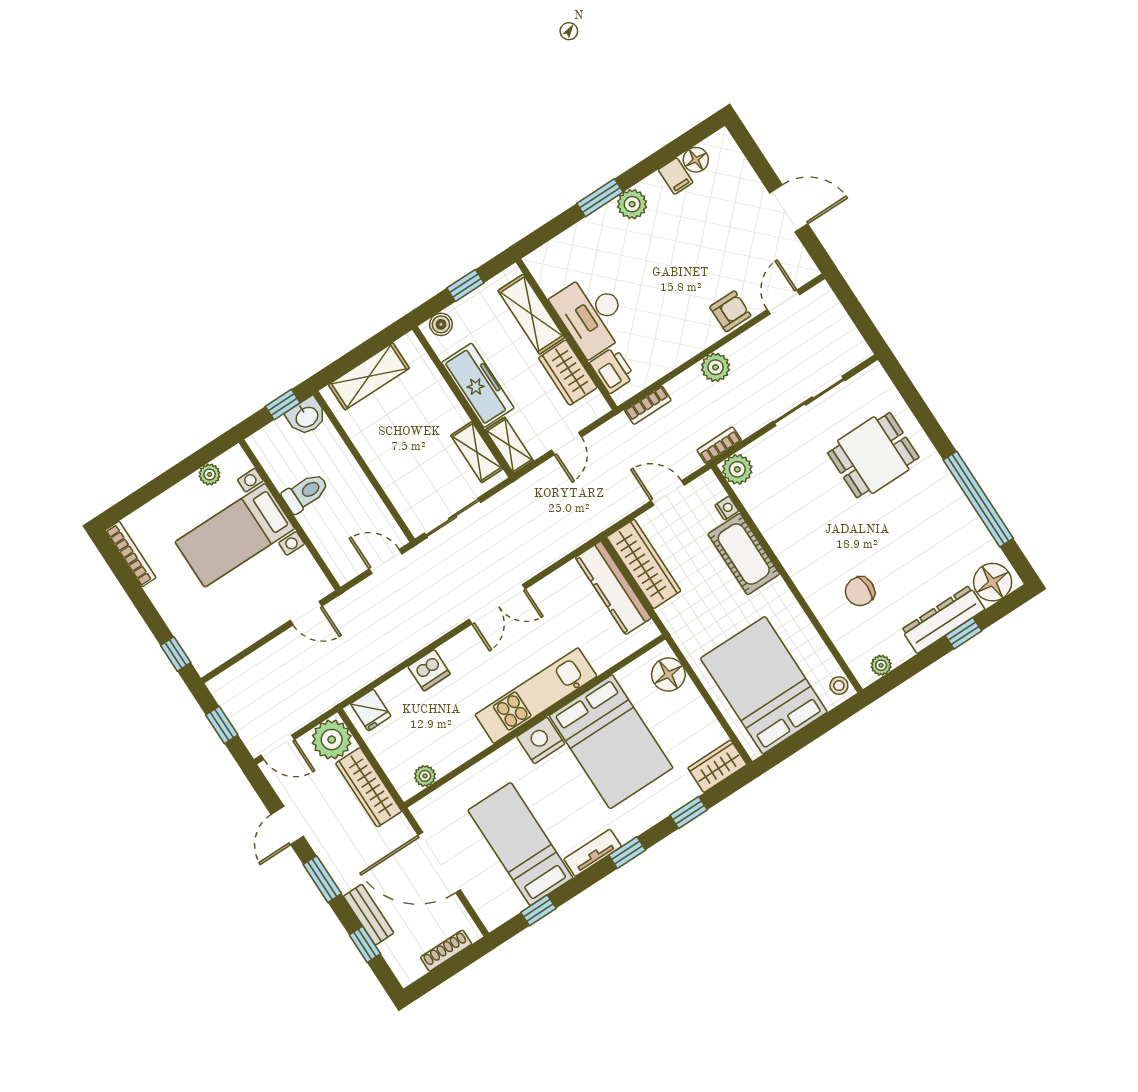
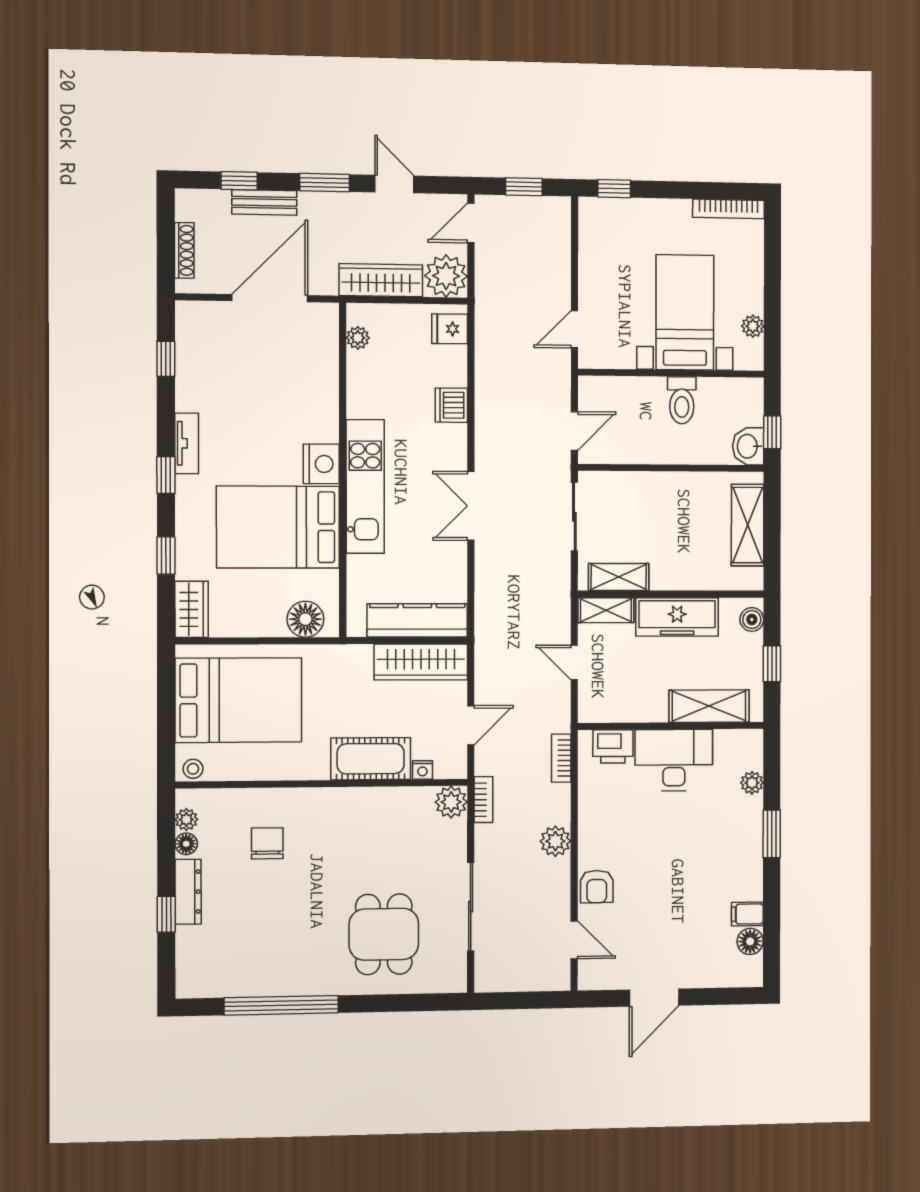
plant: (632, 204) -> (752, 783), moved, width x0.73, depth x0.73
wardrobe: (568, 373) -> (636, 705), removed
floor lamp: (993, 582) -> (186, 844), moved, width x0.53, depth x0.53
dresser: (943, 619) -> (188, 892), width x0.73, depth x0.80
bed: (520, 844) -> (238, 383), removed

